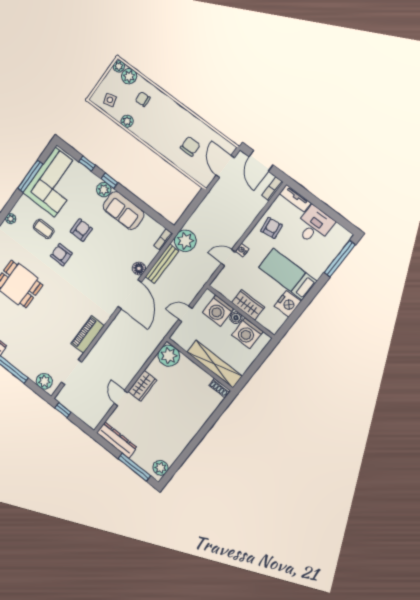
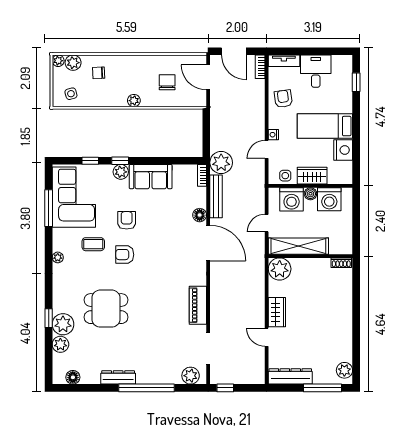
plant: (127, 121) -> (134, 101), moved
window: (340, 259) -> (356, 82), width x0.46
side table: (227, 289) -> (285, 176), added
shelving: (214, 364) -> (298, 246), moved

